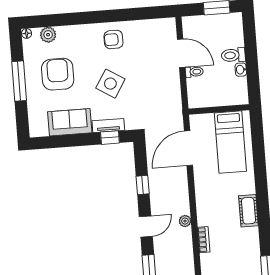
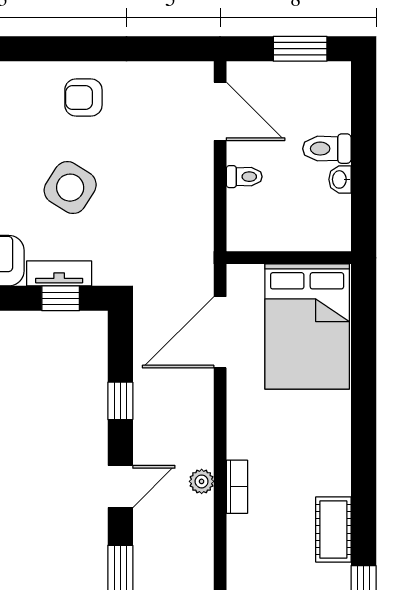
door: (181, 53) -> (220, 111), moved
bed: (230, 142) -> (307, 327), width x1.50
cot: (248, 211) -> (333, 530), moved
bookcase: (204, 240) -> (237, 487), moved

